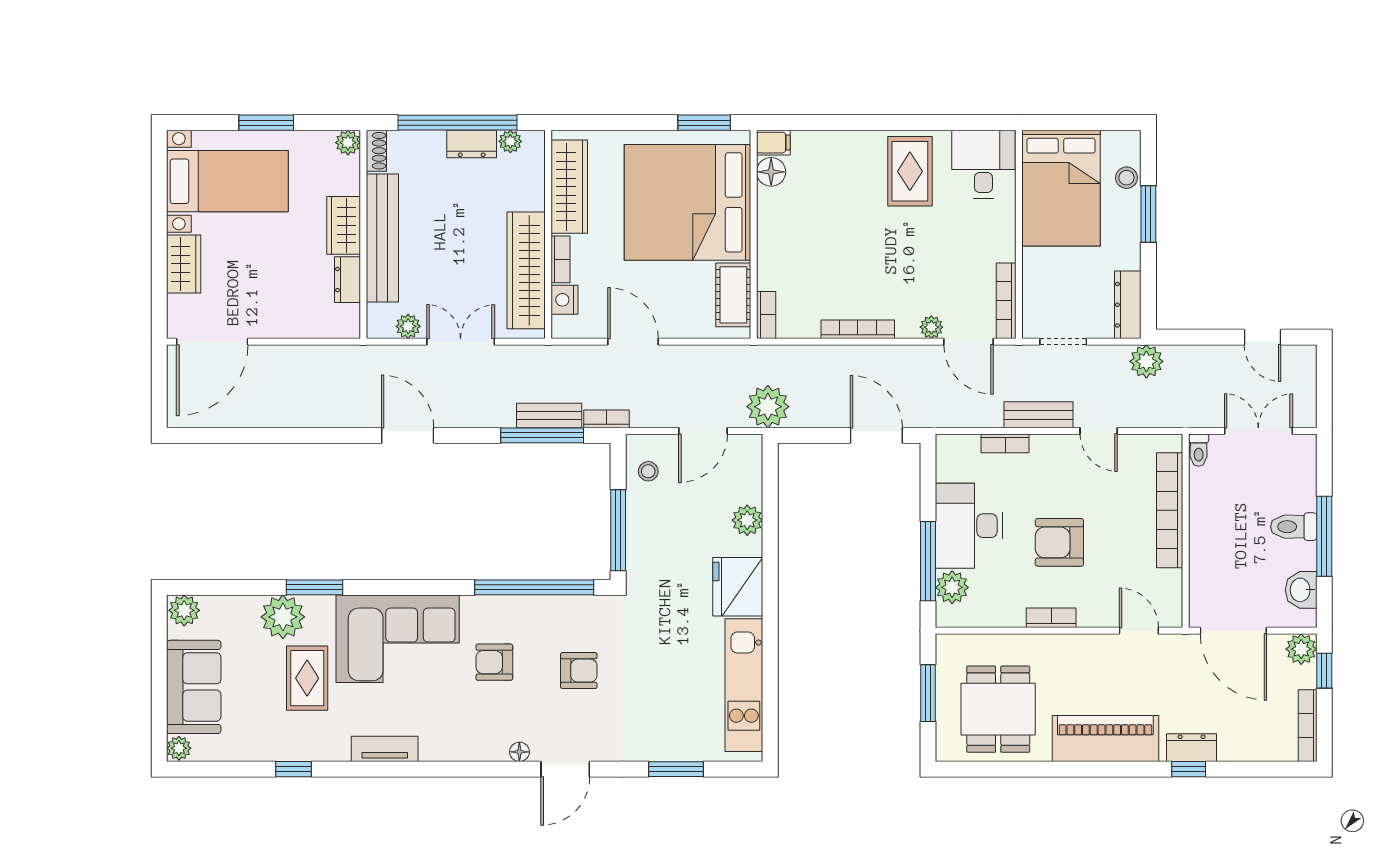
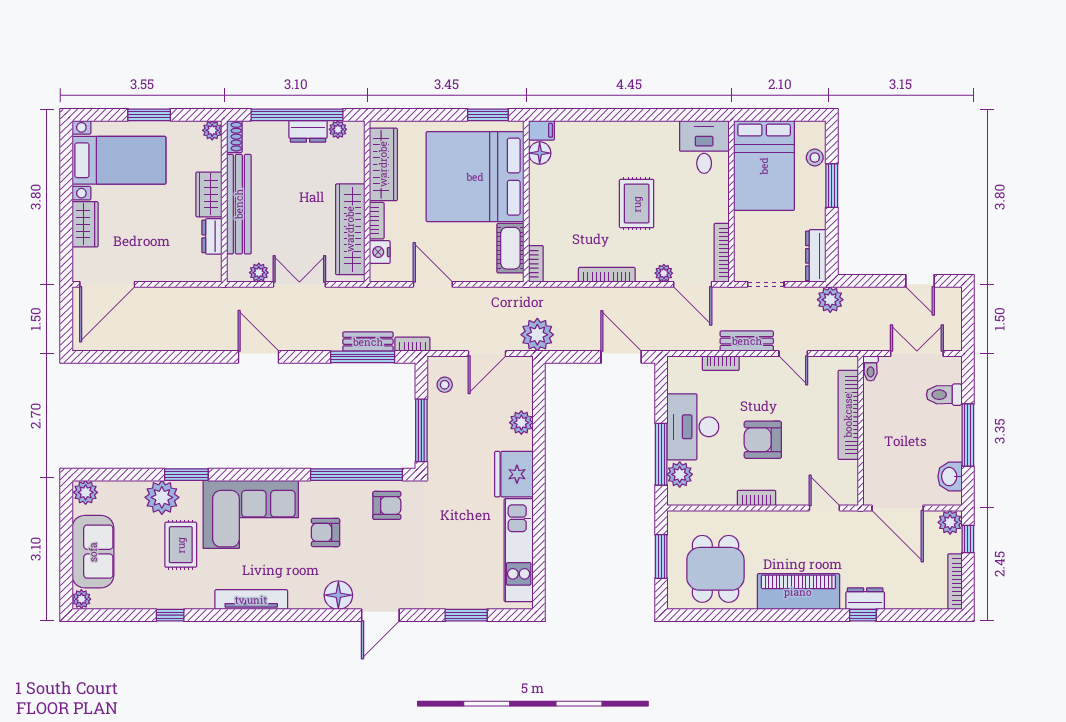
rug: (910, 171) -> (637, 204), moved
toilet: (1294, 527) -> (944, 395), moved
armchair: (579, 671) -> (387, 505), moved
tv unit: (385, 749) -> (251, 600), width x1.41
floor lamp: (519, 752) -> (338, 595), width x1.89, depth x1.89

